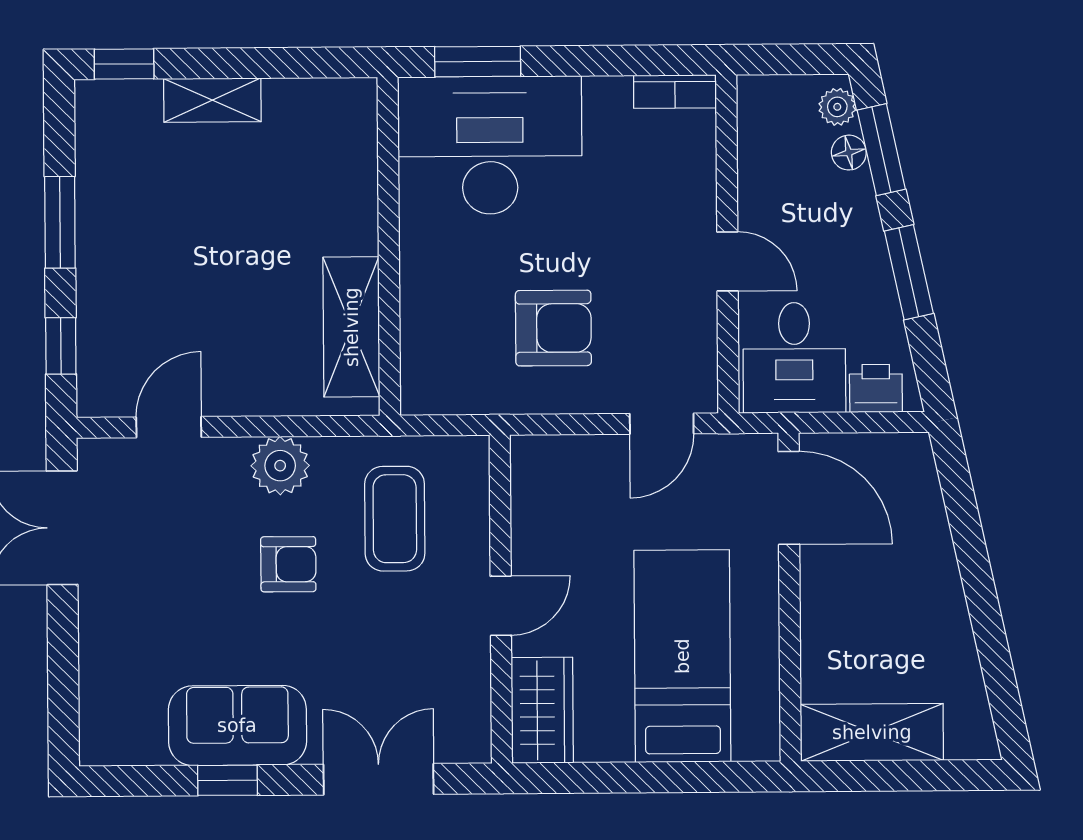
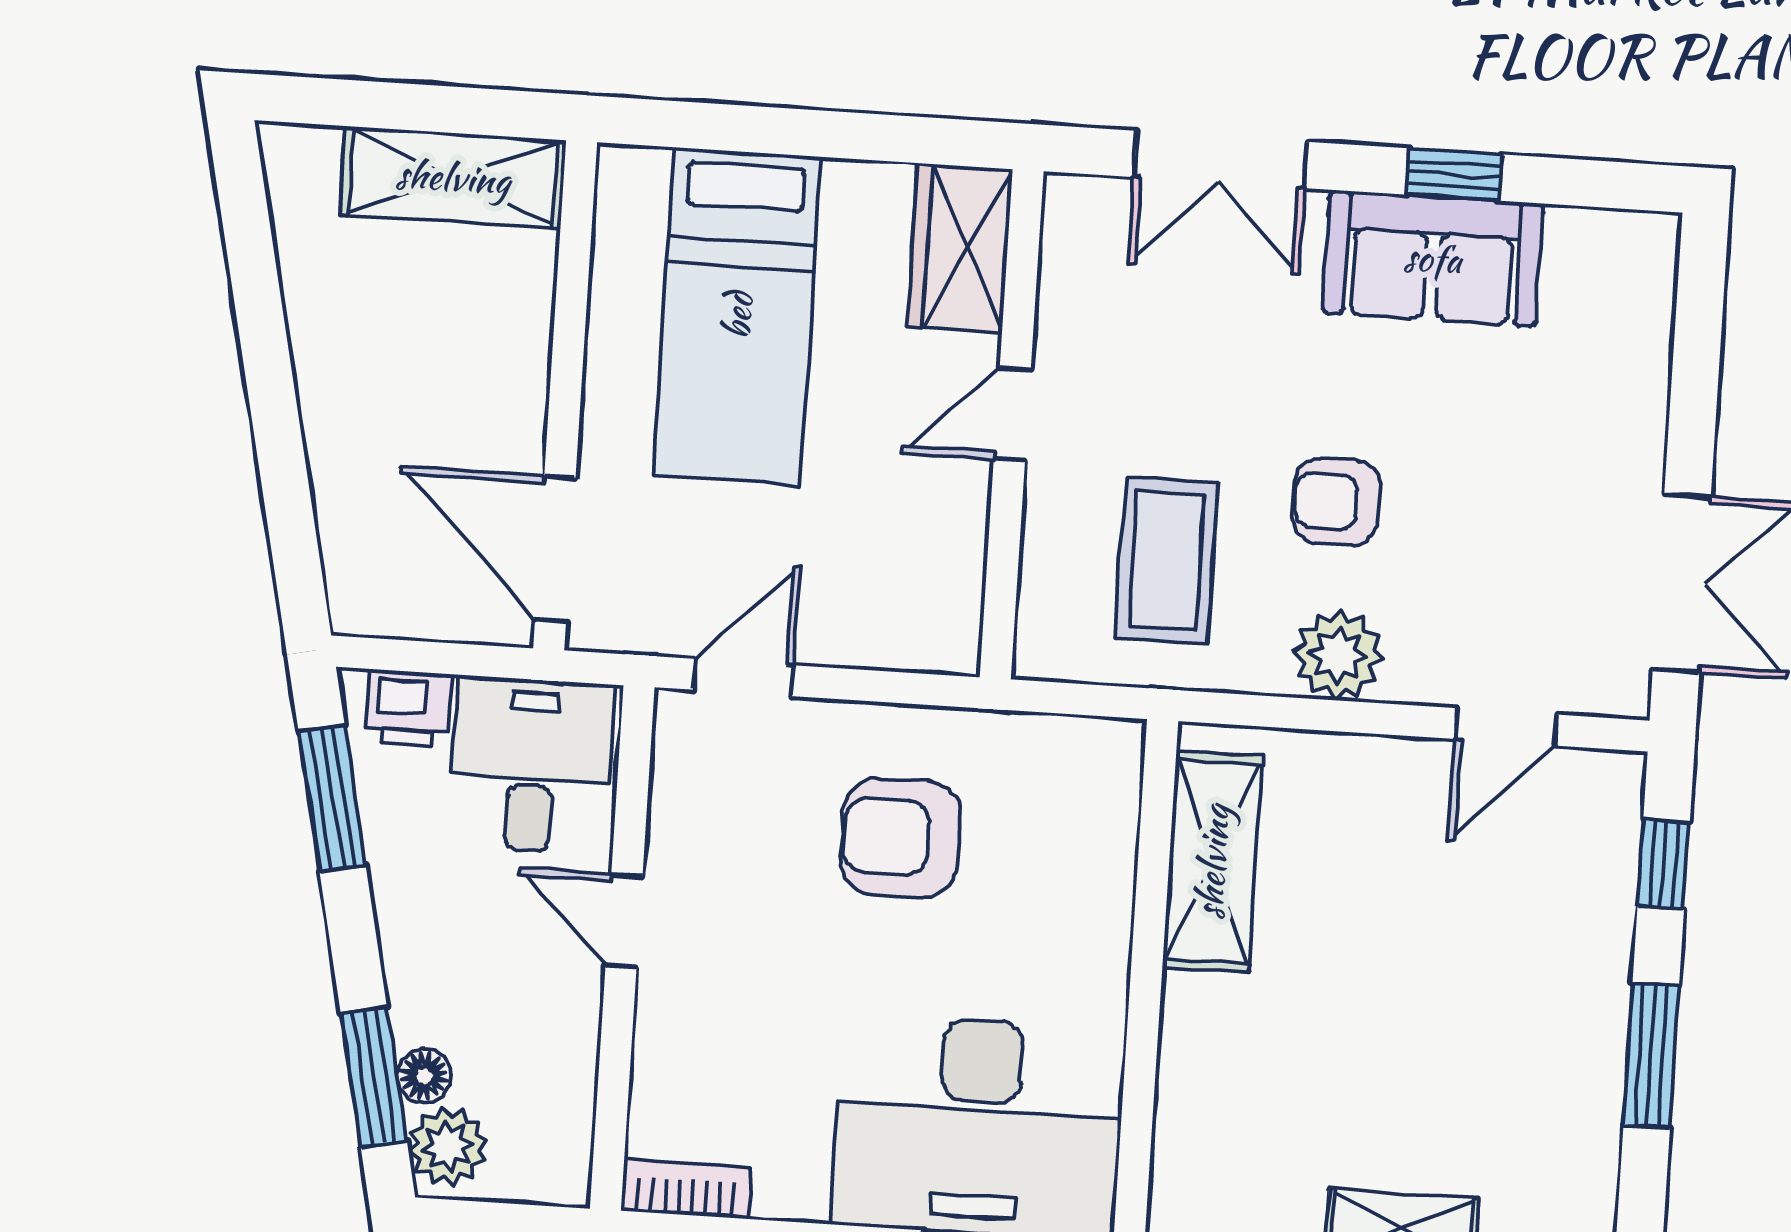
plant: (837, 107) -> (448, 1146), width x1.38, depth x1.38
window: (909, 272) -> (332, 799), moved

